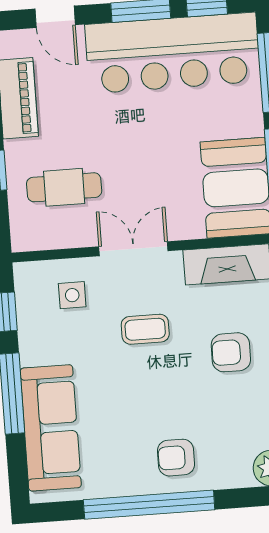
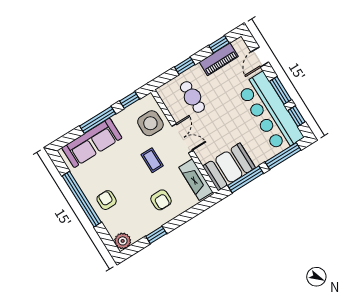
side table: (72, 295) -> (150, 123), width x1.87, depth x1.87
armchair: (231, 352) -> (161, 200), turned 180

